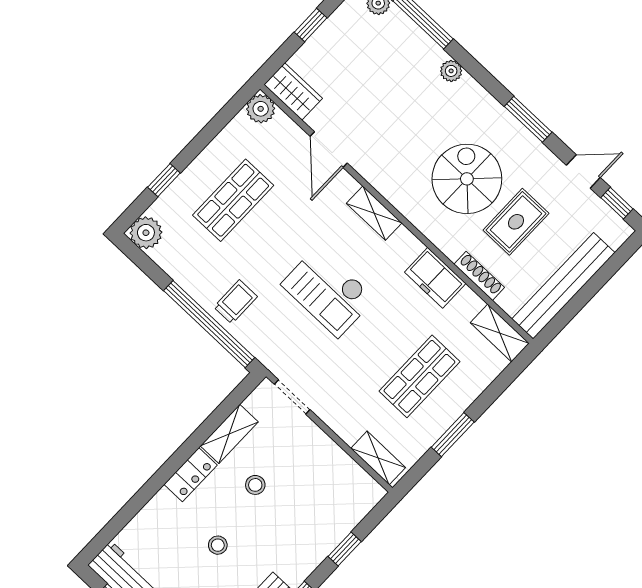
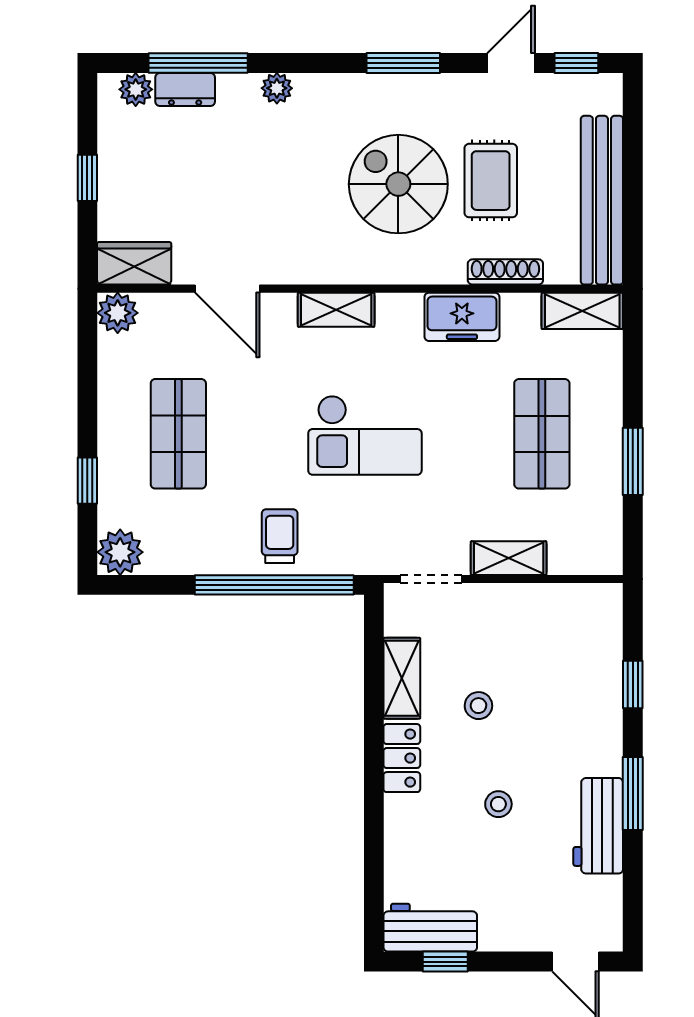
dresser: (403, 27) -> (185, 90), added
shelving: (378, 458) -> (509, 558), moved

